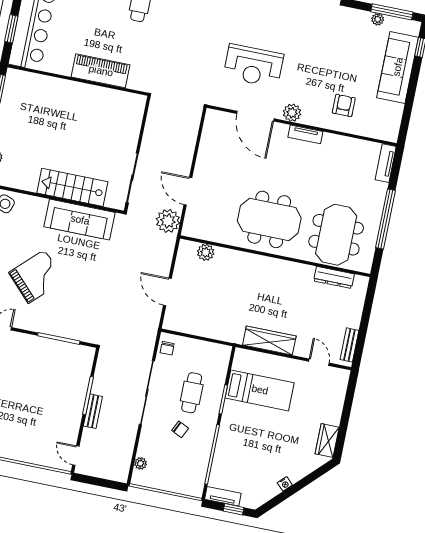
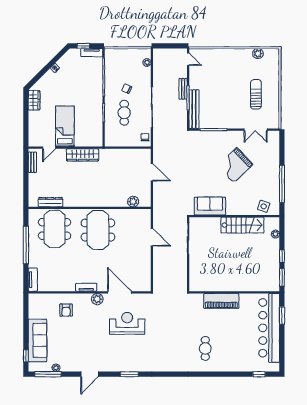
stairs: (72, 187) -> (242, 225), moved
meeting table: (269, 219) -> (98, 230), turned 90
sofa: (80, 220) -> (210, 206), width x0.73
plant: (168, 221) -> (161, 216), removed
door: (319, 362) -> (49, 148), hinge flipped
bench: (82, 376) -> (194, 109), added
bed: (260, 390) -> (65, 126), moved, turned 90

